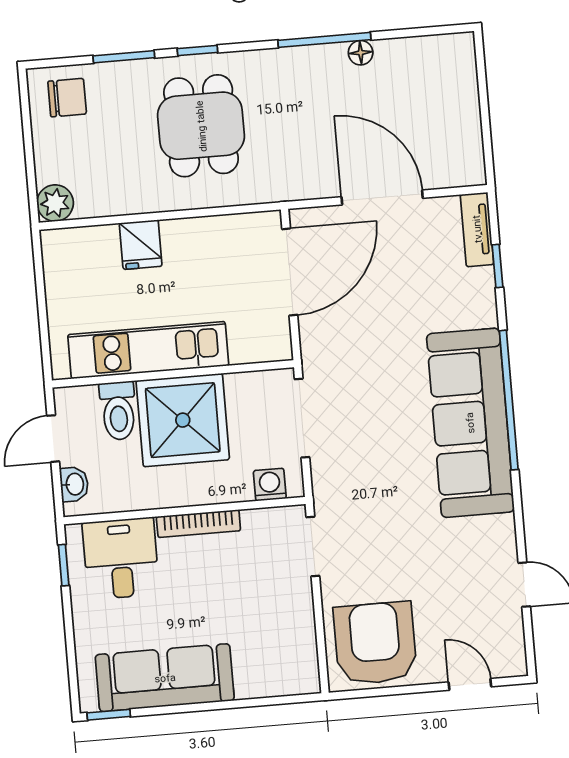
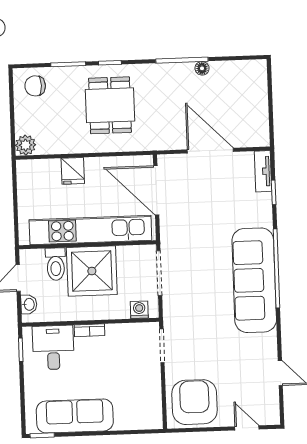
chair: (67, 98) -> (35, 86), turned 180
door: (290, 272) -> (156, 190), swing flipped
kitchen unit: (148, 350) -> (90, 230), width x1.36
bookcase: (198, 524) -> (90, 330), width x0.64

